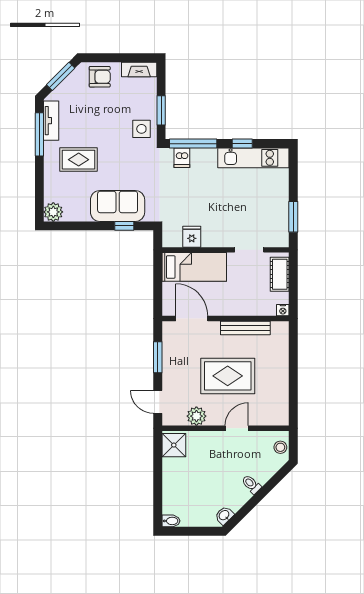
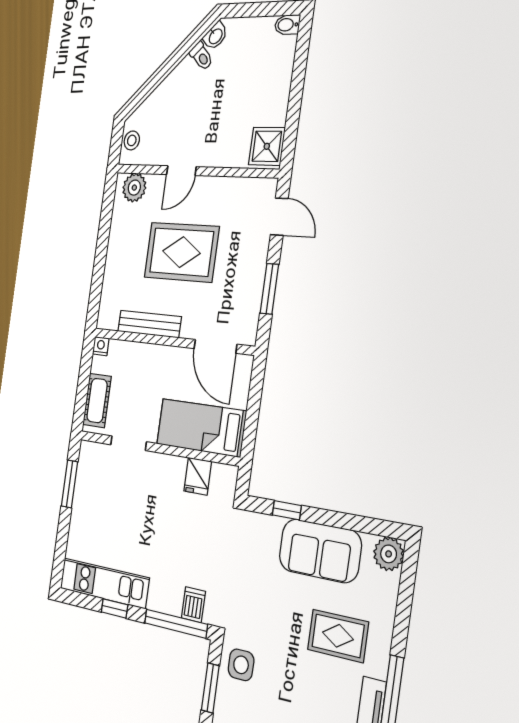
sofa: (118, 206) -> (320, 551), moved
plant: (196, 416) -> (134, 188), moved
toilet: (251, 484) -> (201, 56), moved

